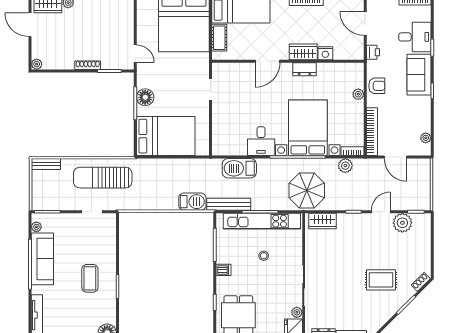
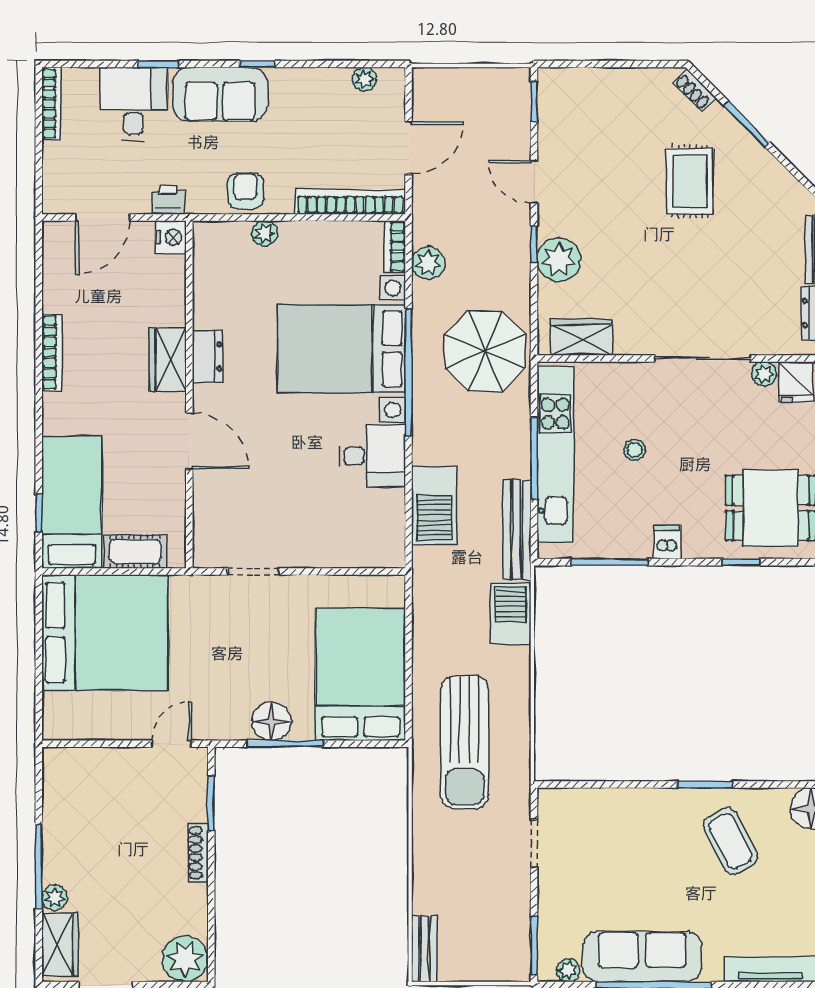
nightstand: (325, 53) -> (171, 237), moved
plant: (37, 64) -> (185, 959), width x1.88, depth x1.88
sun lounger: (103, 178) -> (465, 742), moved
wardrobe: (323, 221) -> (581, 337), moved, turned -90
plant: (402, 223) -> (559, 260), moved
coffee table: (90, 278) -> (730, 841), moved, turned 63

